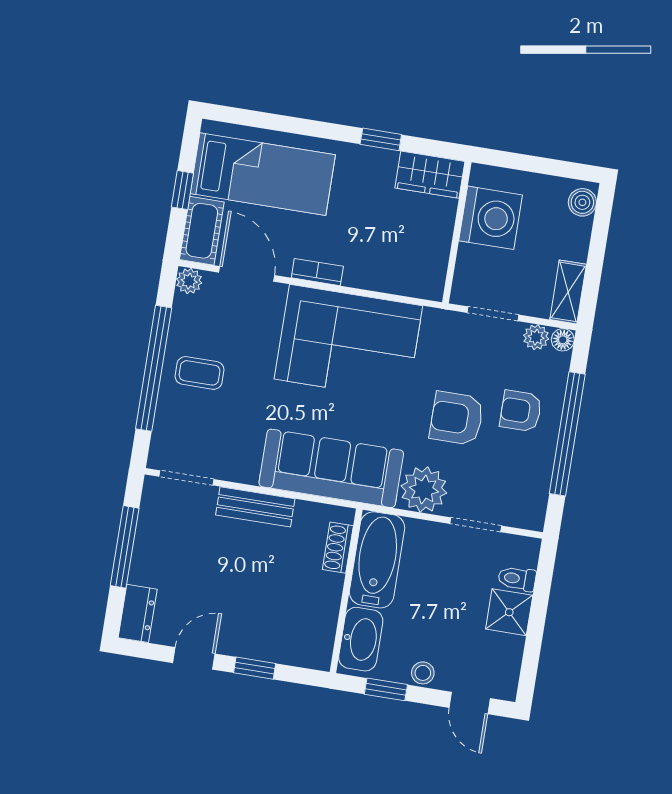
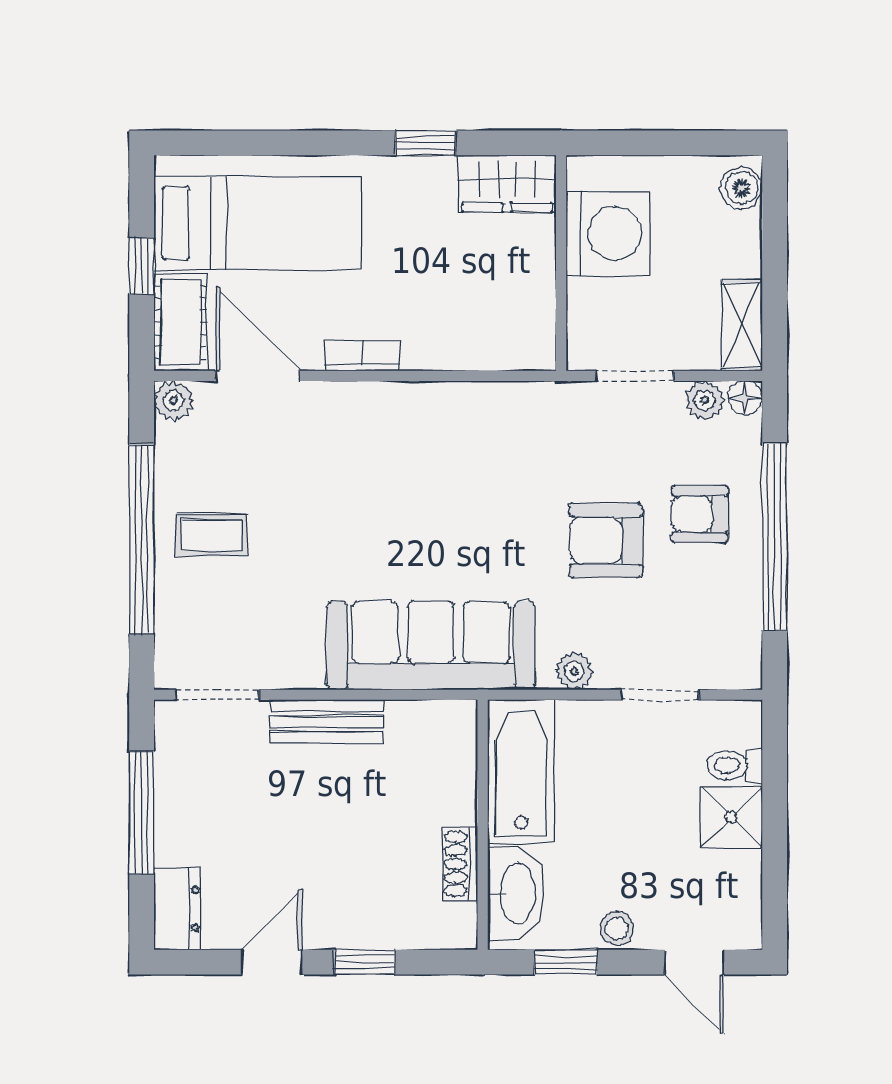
corner sofa: (348, 342) -> (426, 453), removed
plant: (424, 489) -> (574, 671), width x0.53, depth x0.53
shoe rack: (338, 548) -> (460, 864), moved

